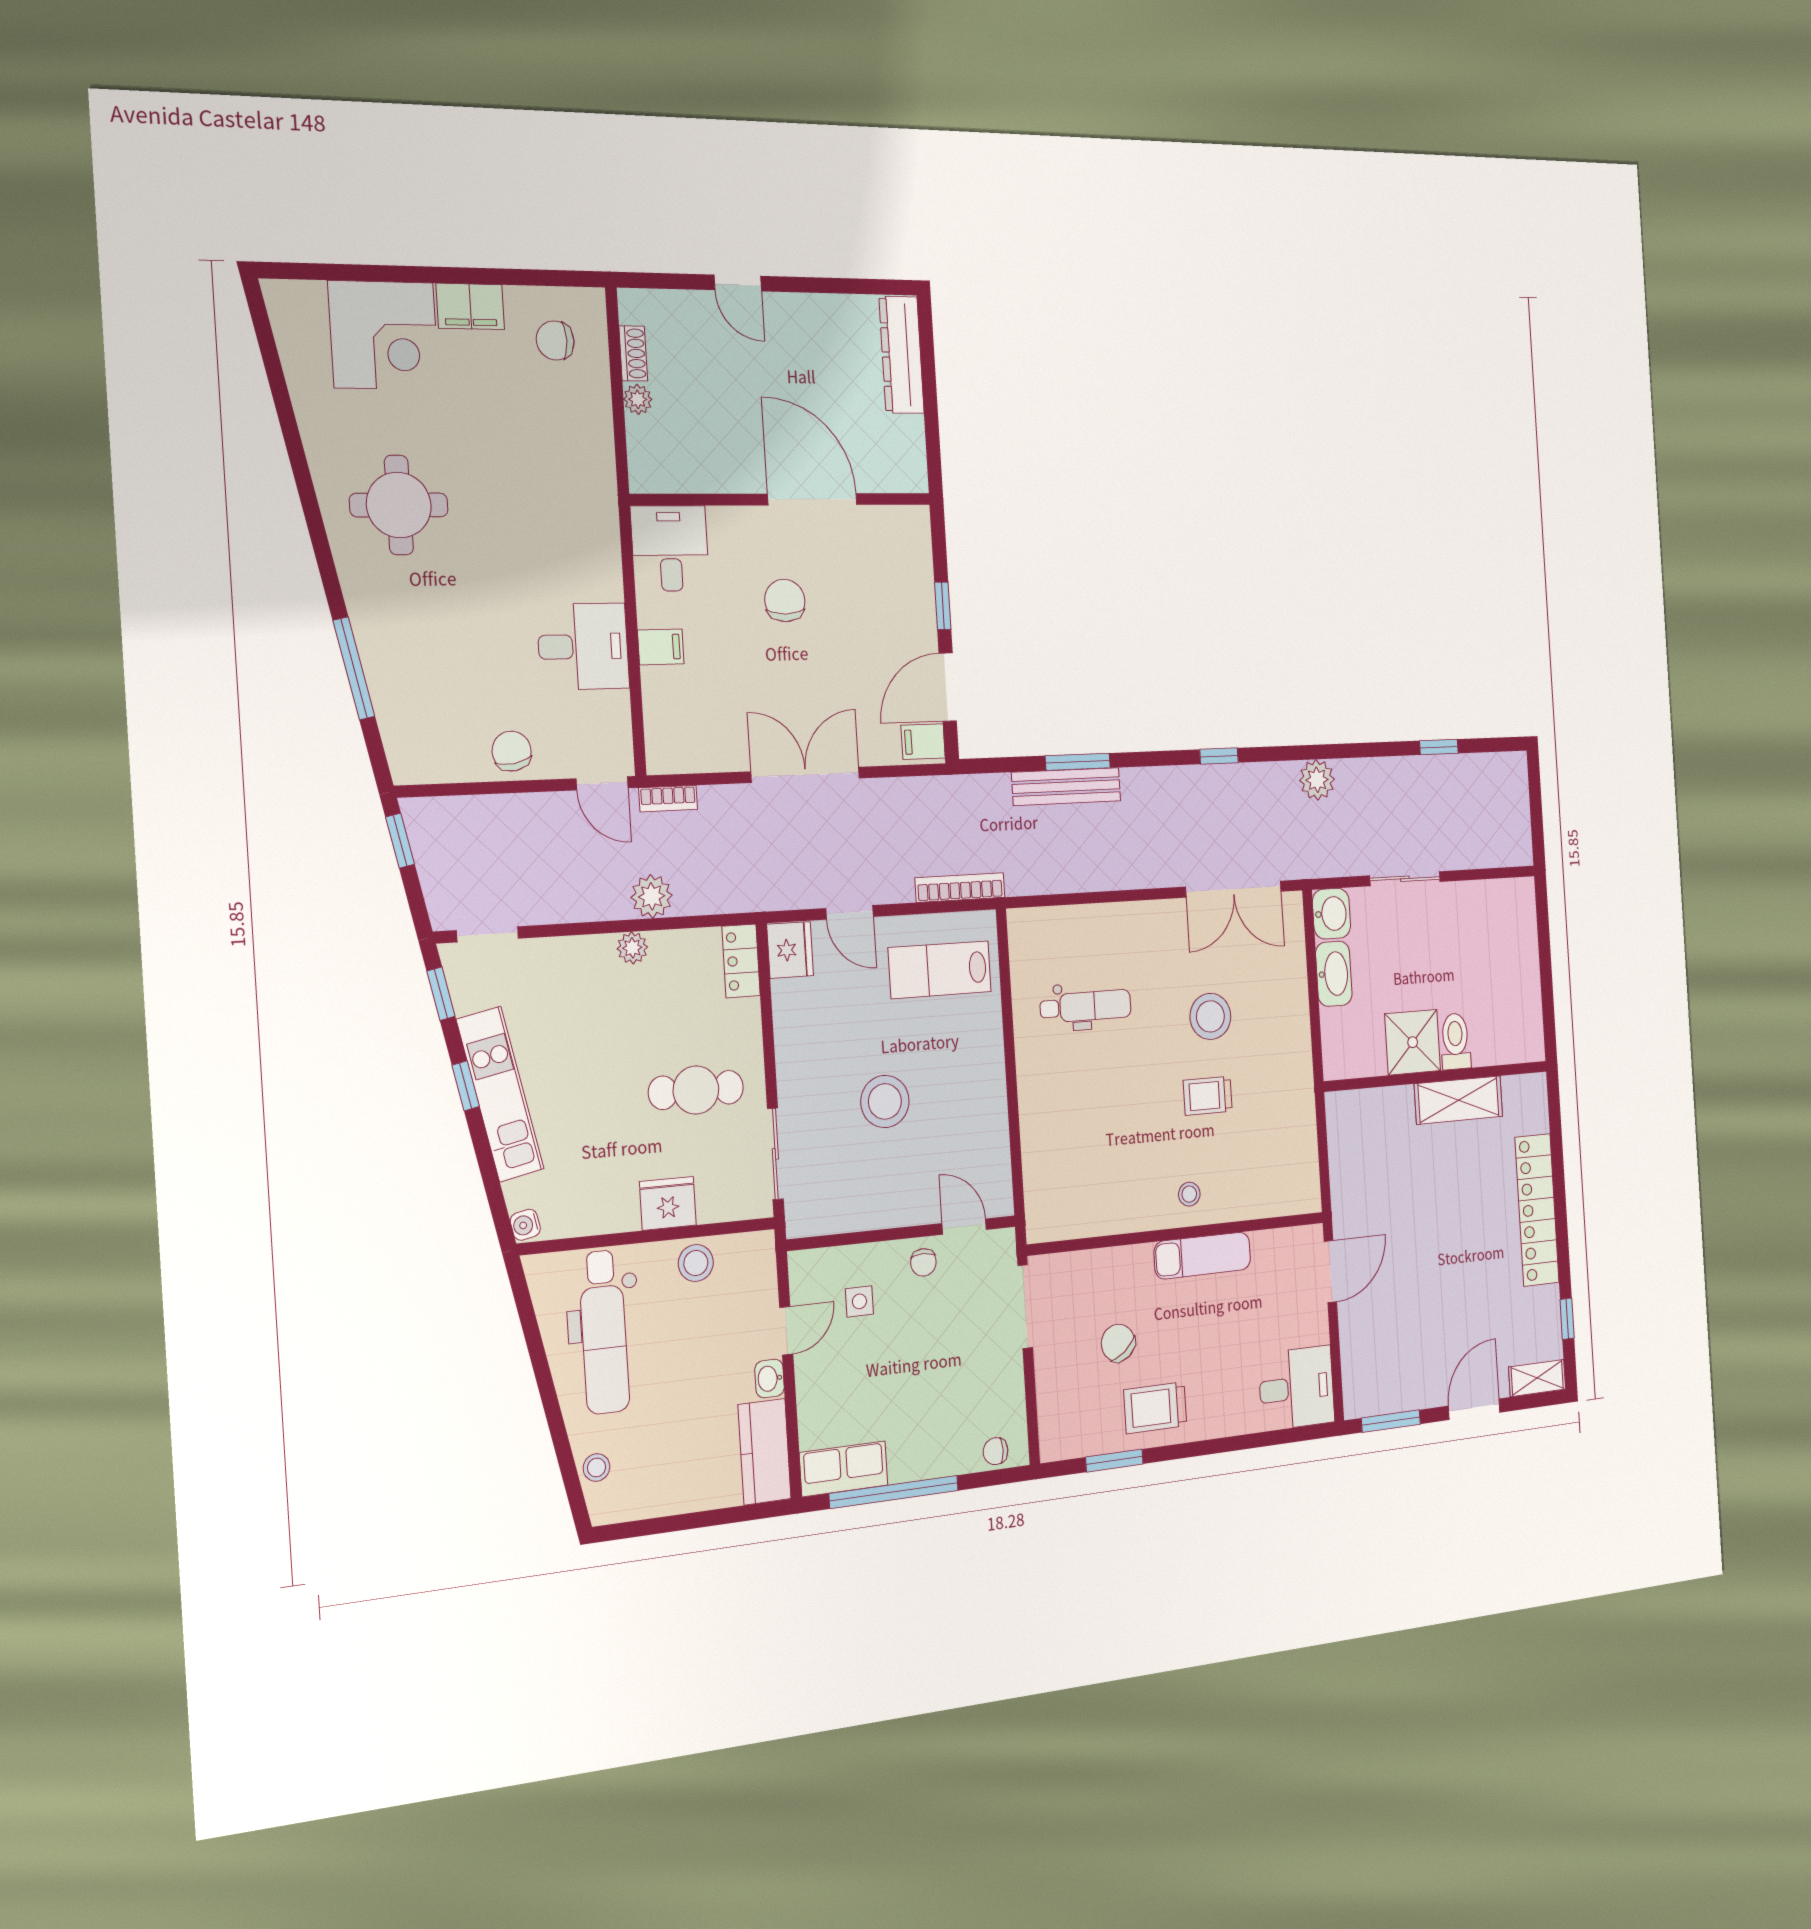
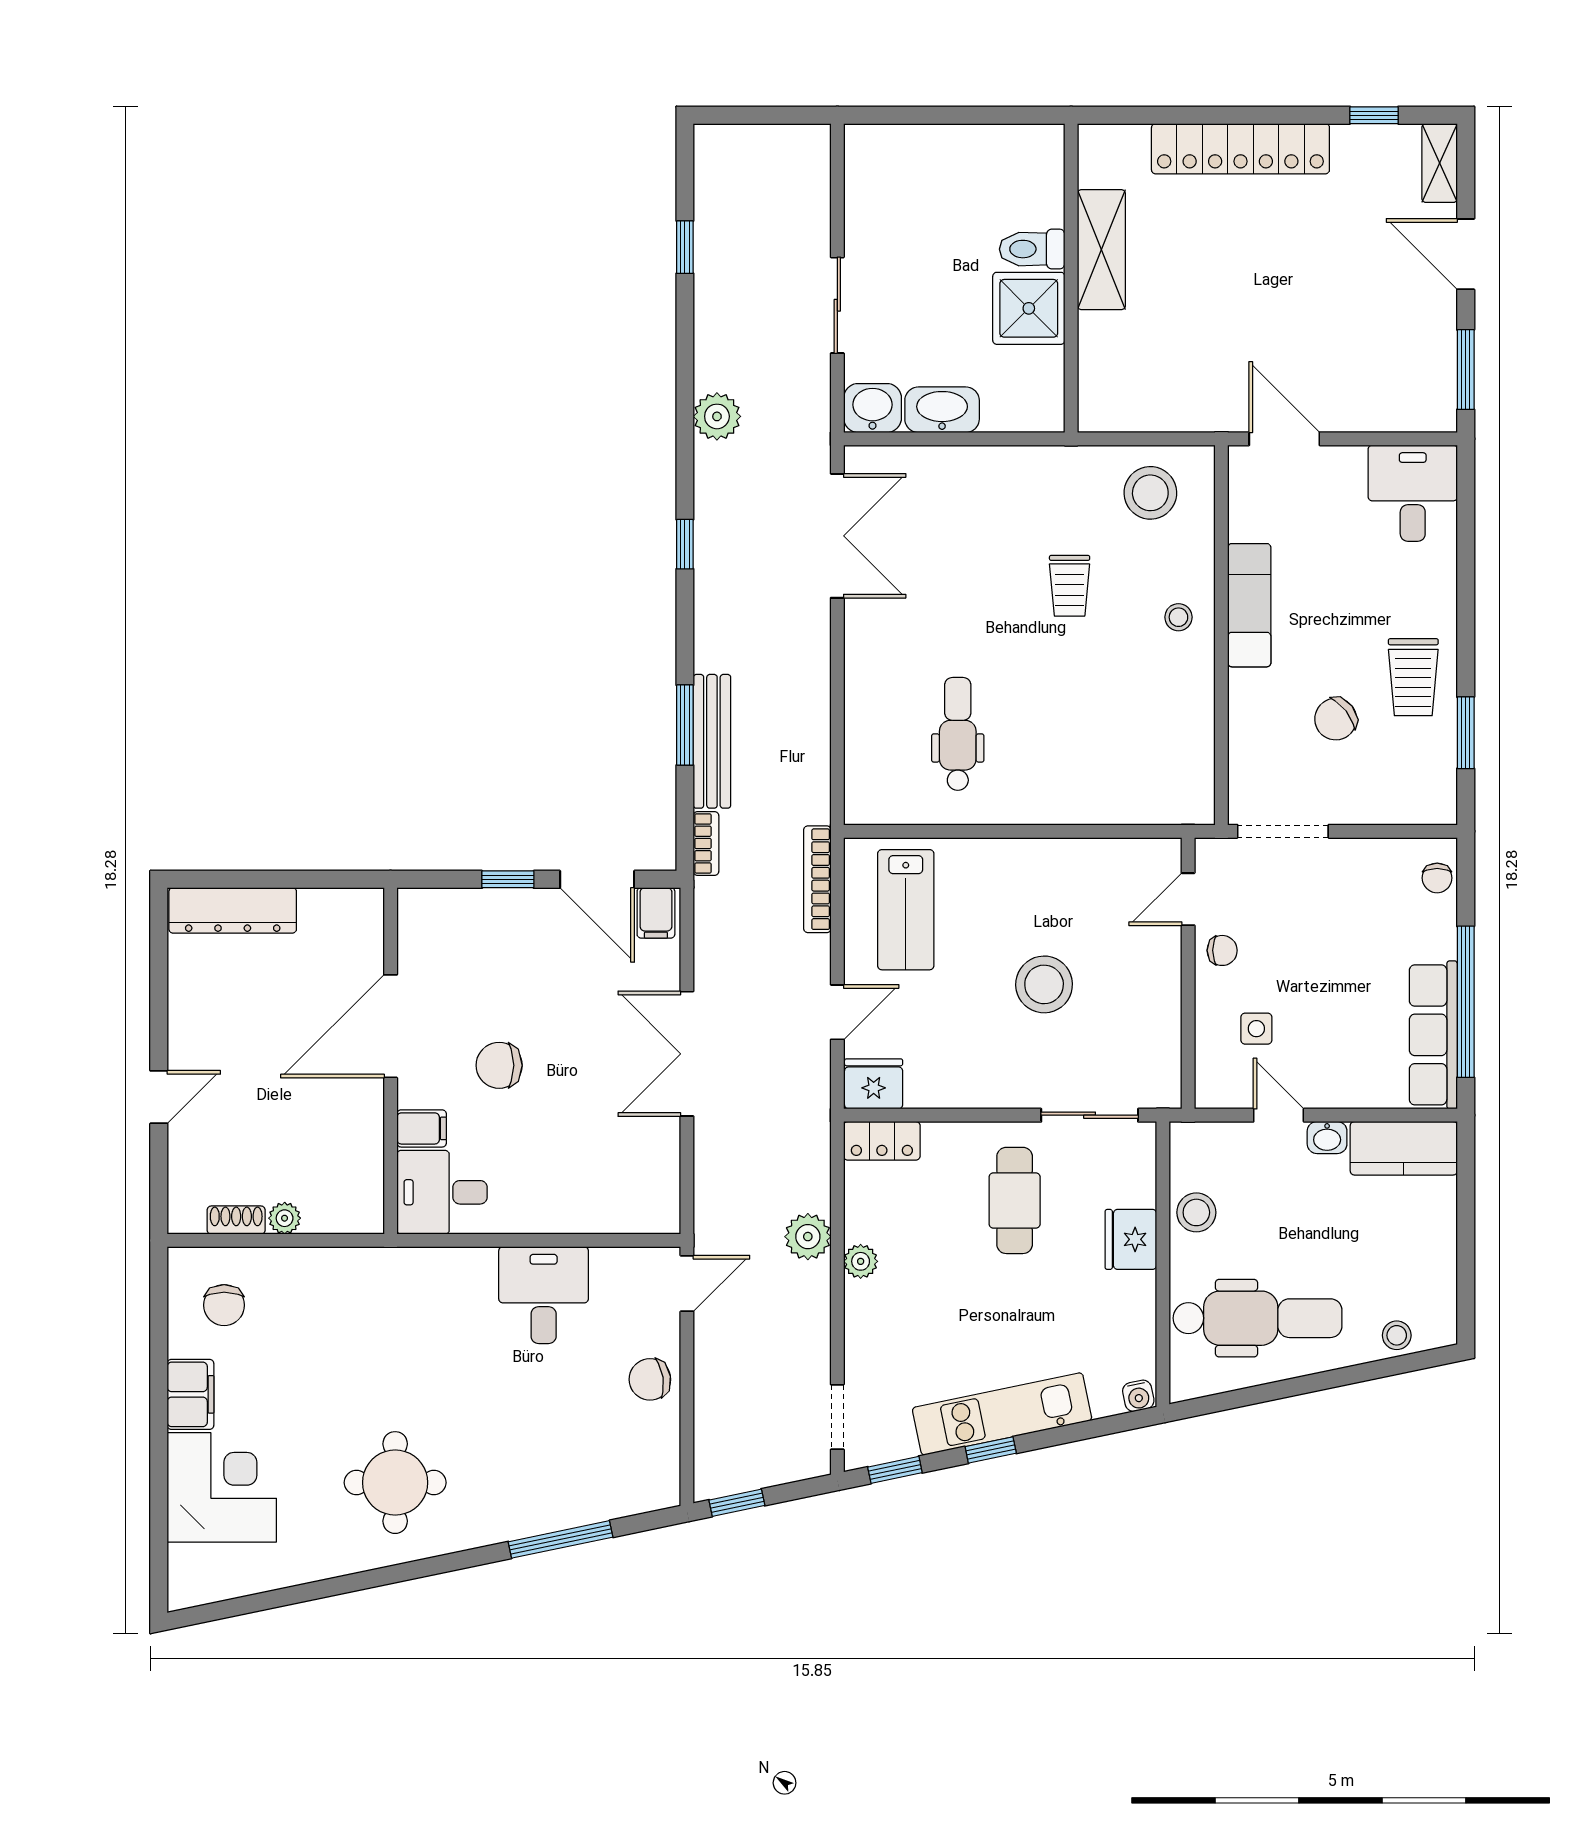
filing cabinet: (661, 647) -> (422, 1128), moved, turned 90
bookcase: (668, 799) -> (706, 843), moved
stool: (1210, 1016) -> (1150, 493), moved
row of seats: (844, 1469) -> (1433, 1035), width x1.48

